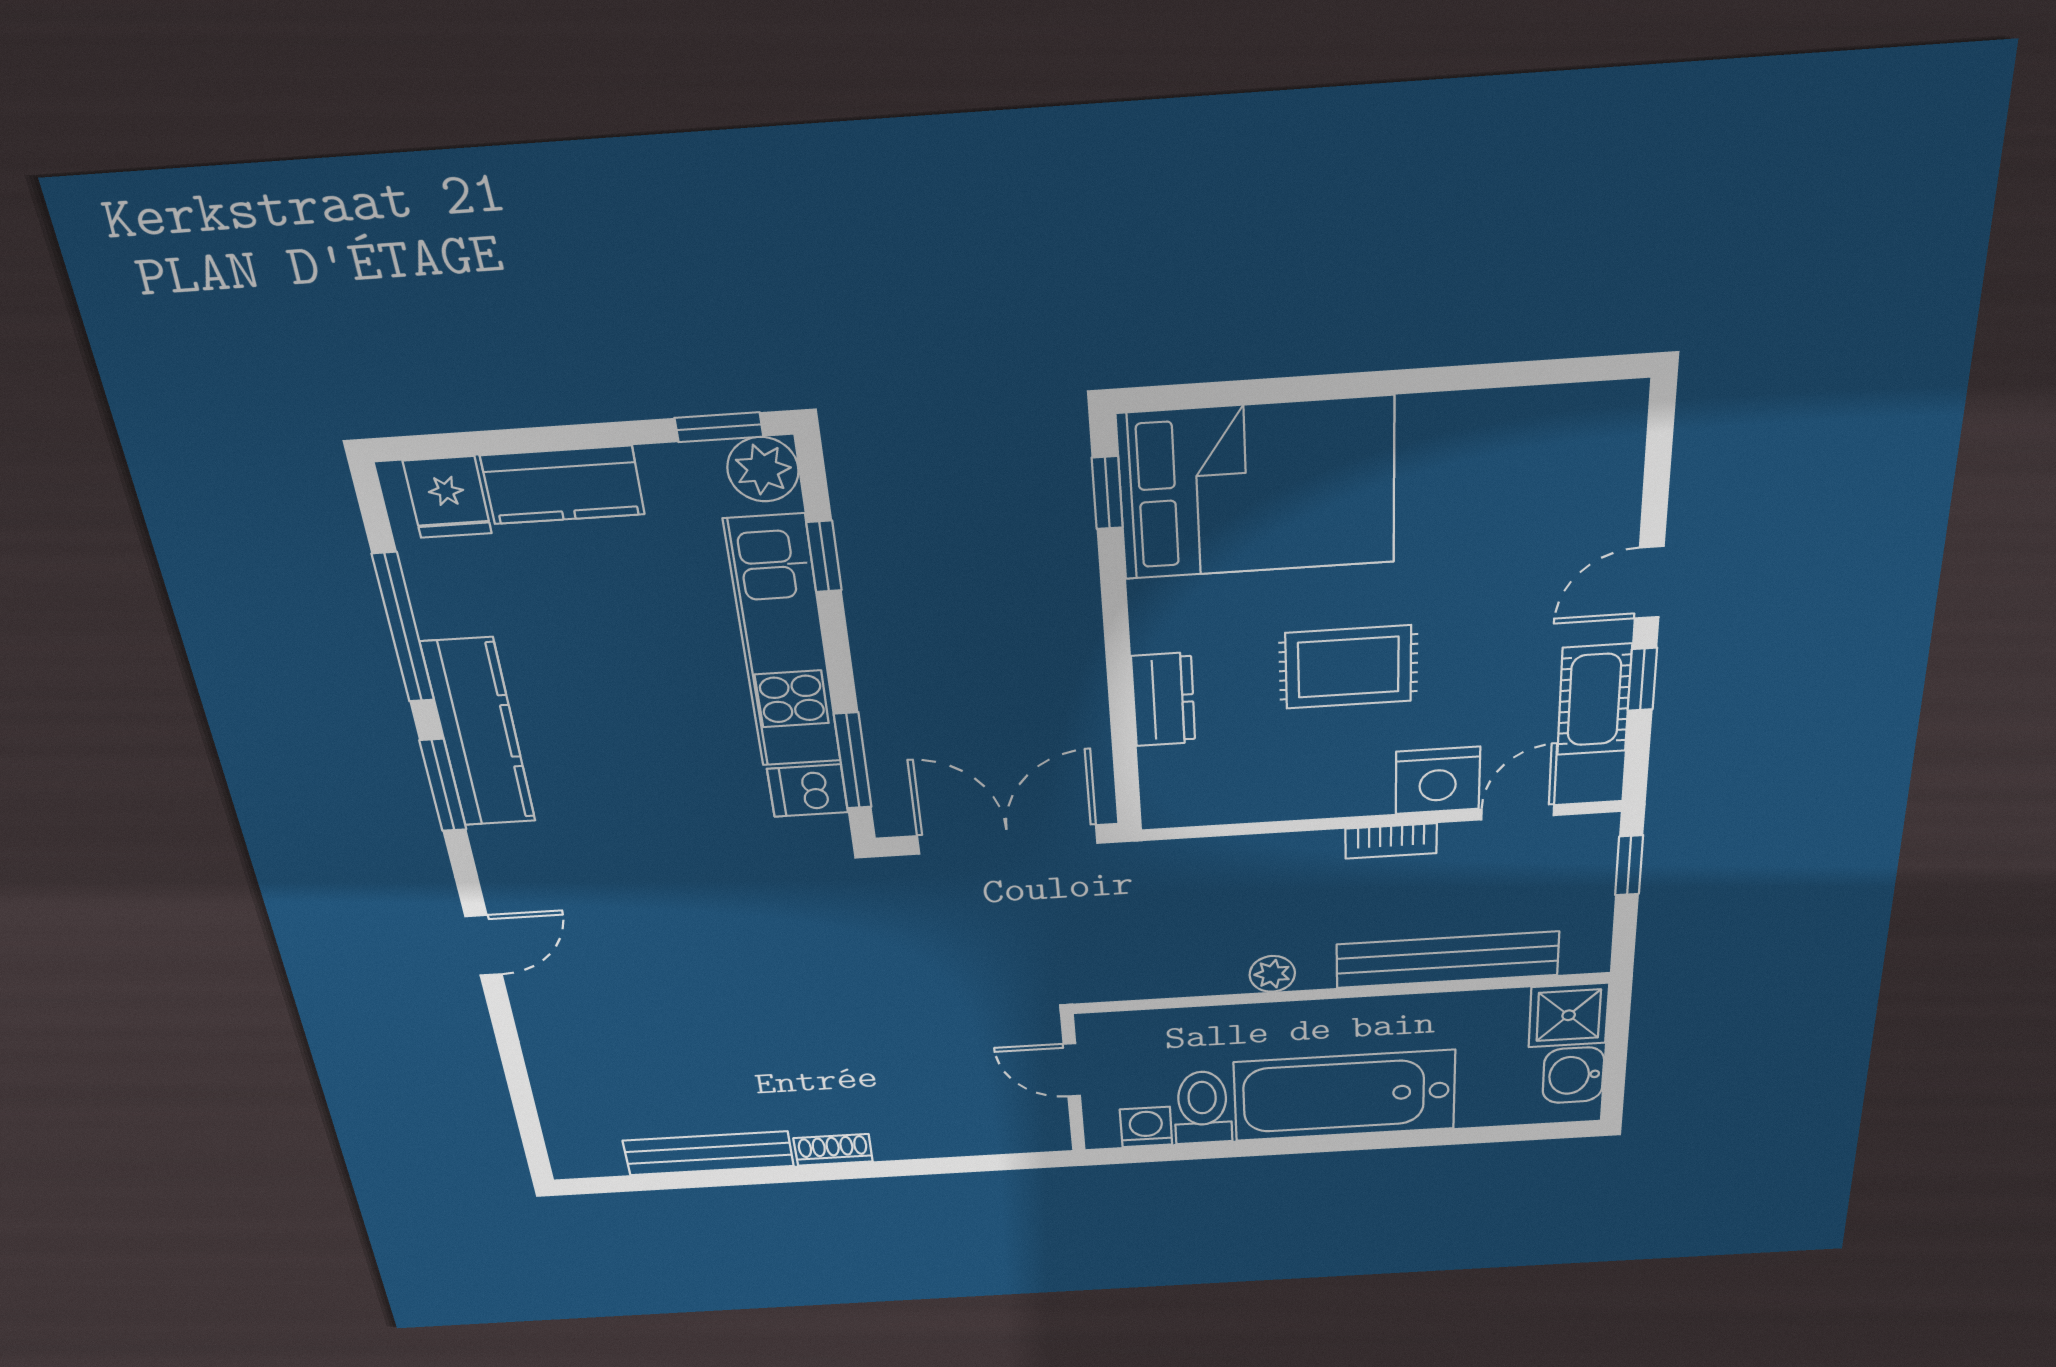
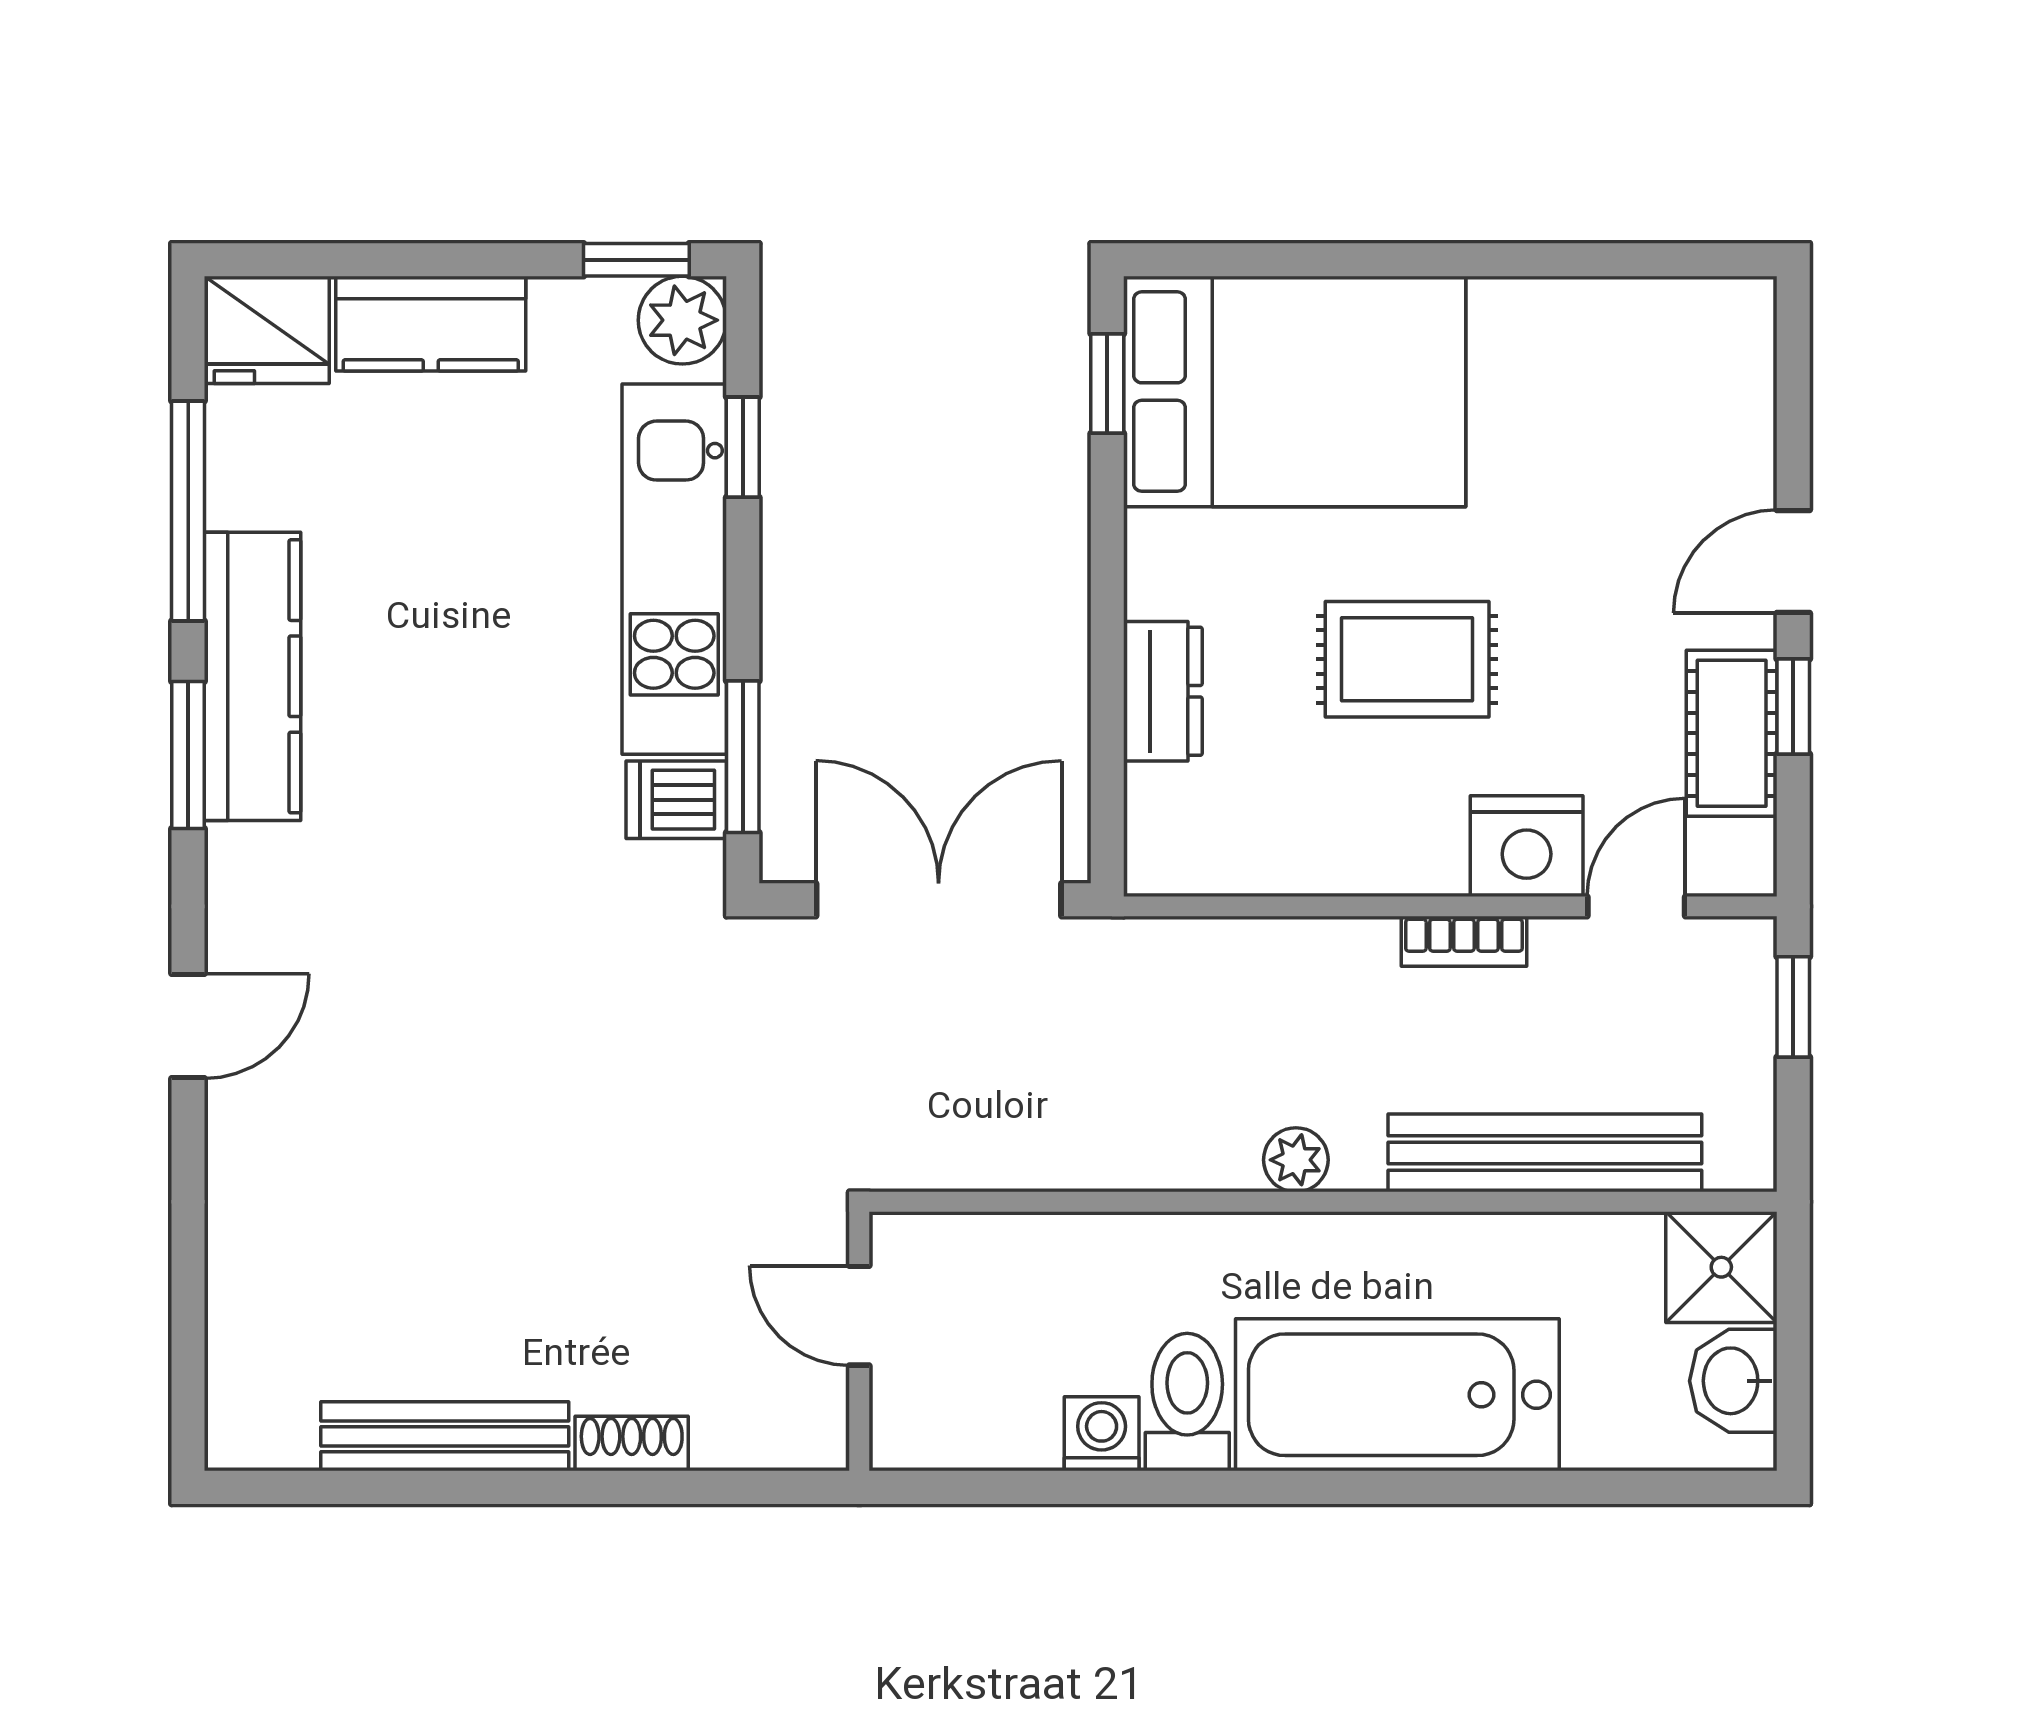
fridge: (447, 497) -> (267, 330), width x1.38
door: (1072, 1070) -> (859, 1316), moved
wall: (1073, 1083) -> (859, 1341), moved

